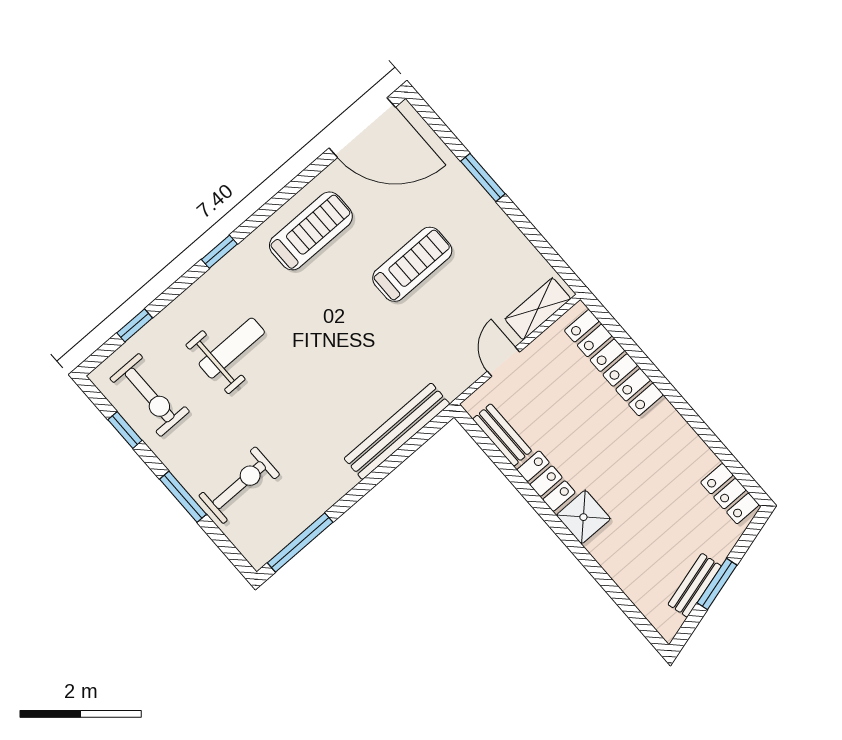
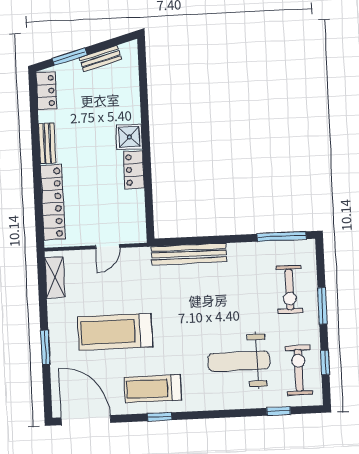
window: (219, 252) -> (160, 417), moved
treadmill: (412, 264) -> (115, 332), width x1.37, depth x1.38
shelving: (538, 309) -> (55, 277), moved, turned 90
weight bench: (232, 348) -> (239, 361), width x1.36, depth x1.33
bench: (502, 435) -> (47, 143), moved
exercise bike: (239, 485) -> (289, 289), turned -90
window: (717, 584) -> (70, 57), moved

